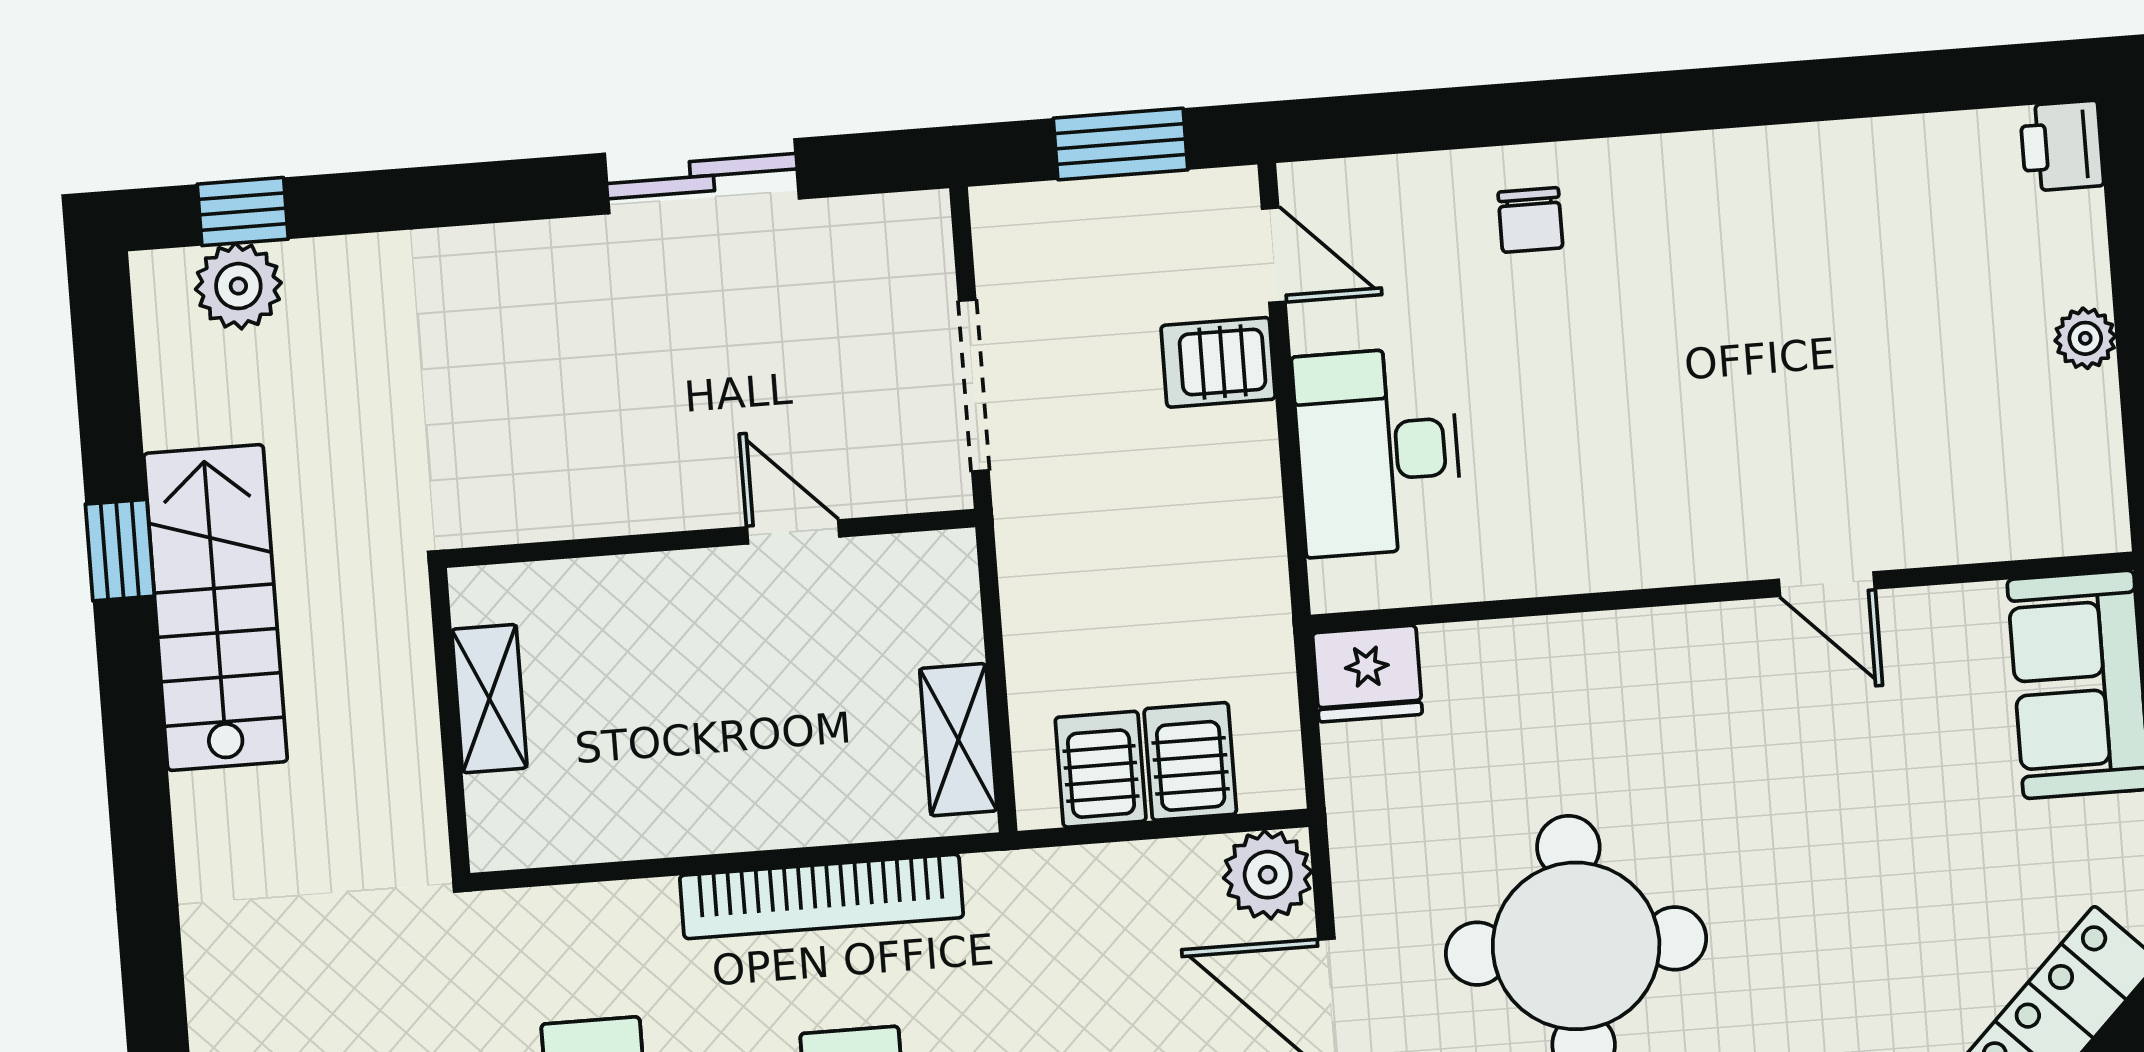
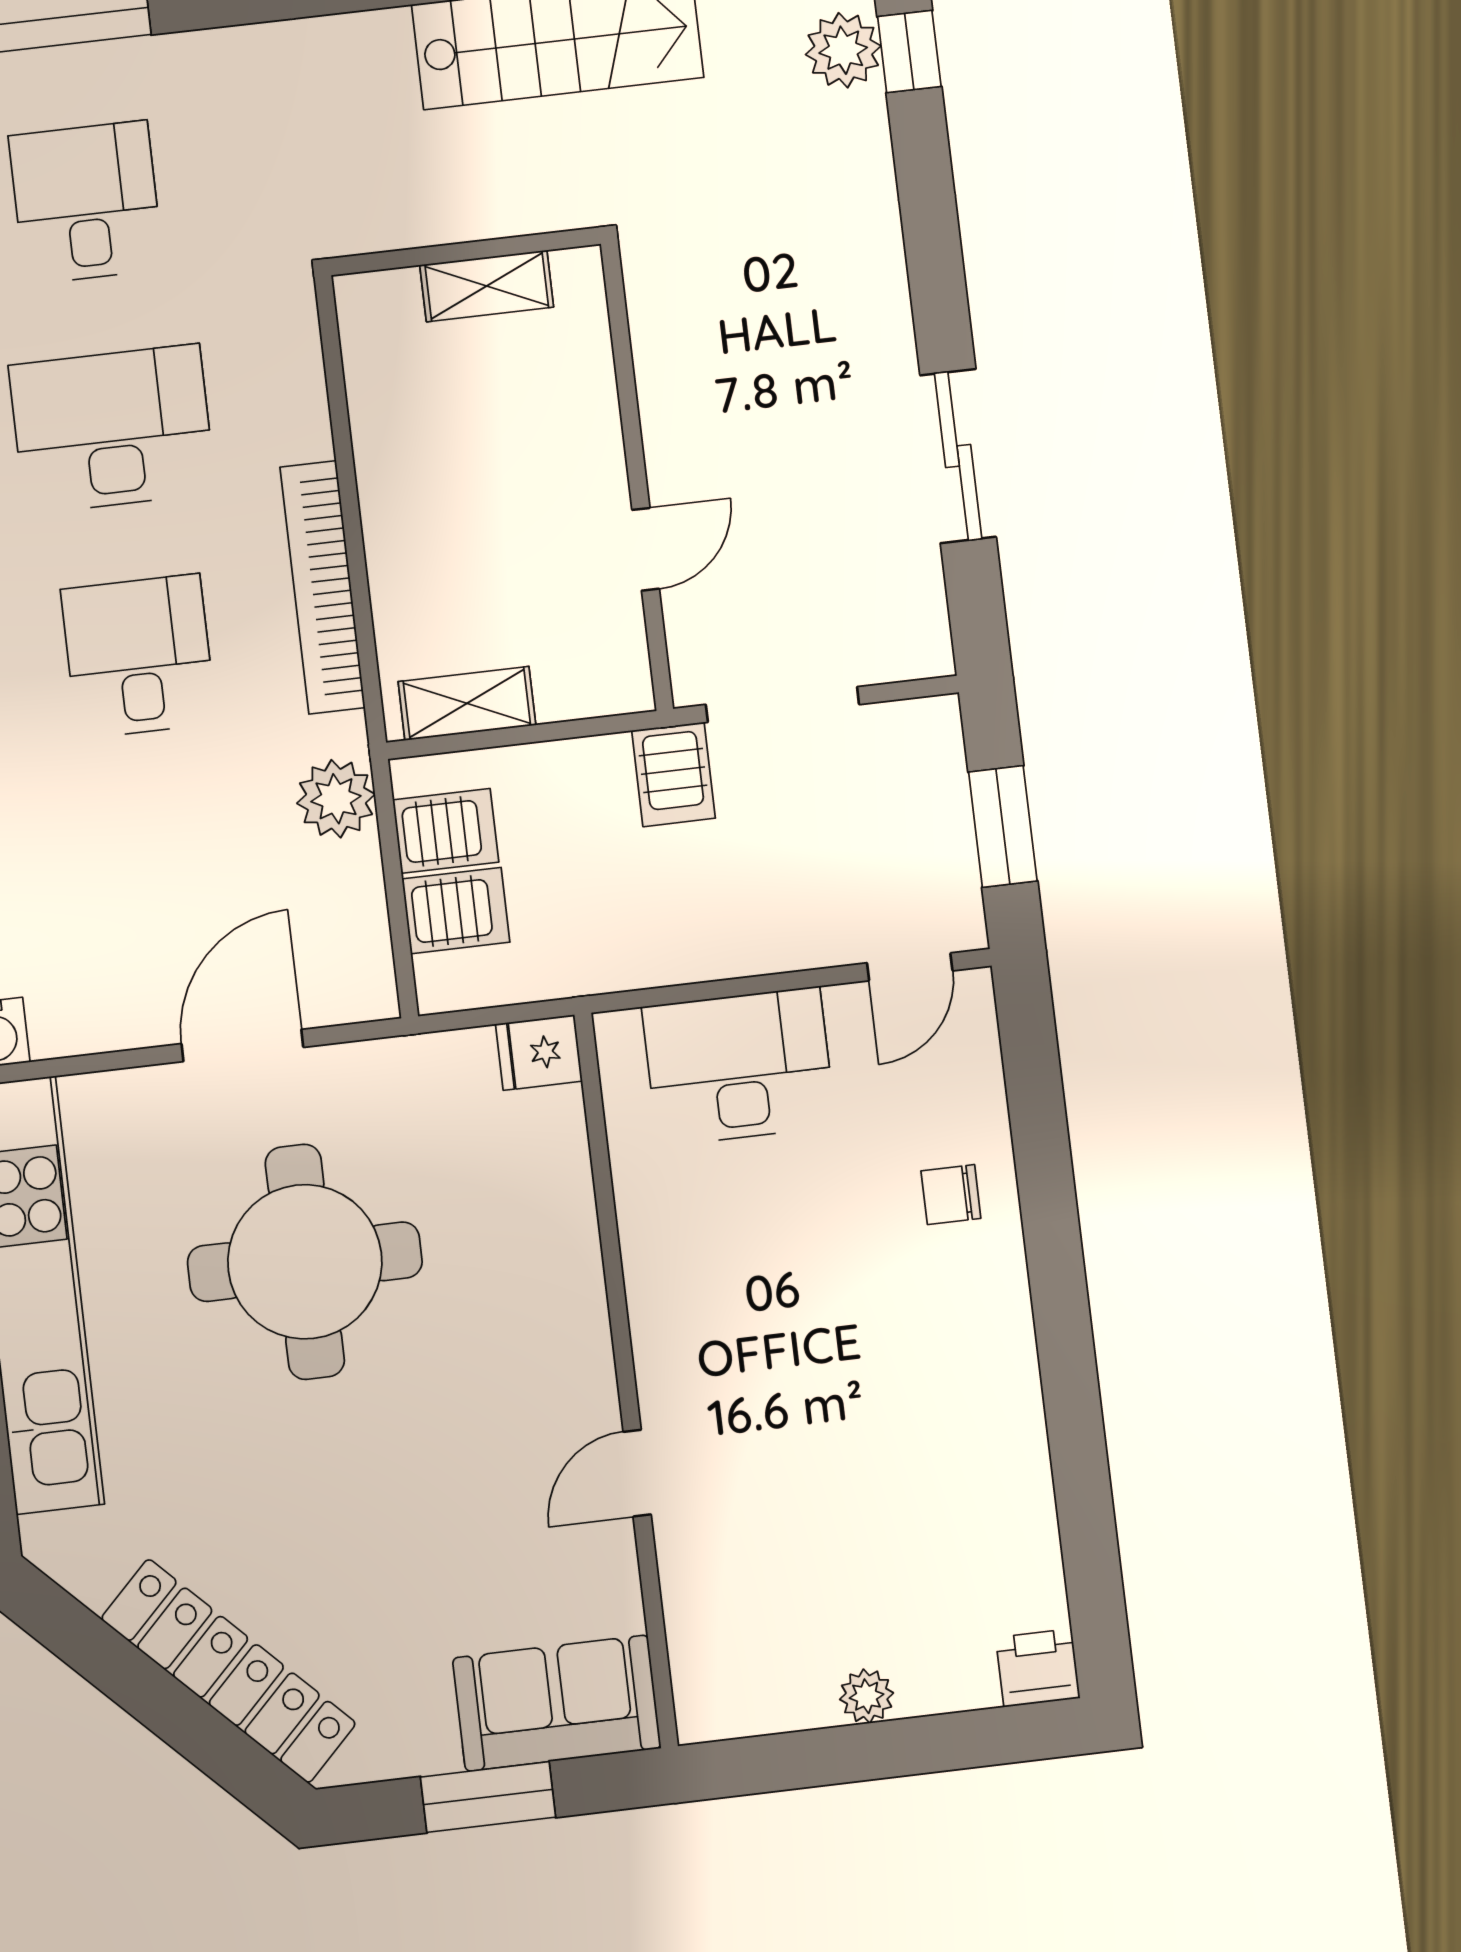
server rack: (1218, 362) -> (673, 774), moved, turned 180
fridge: (1367, 674) -> (539, 1053), width x0.72
plant: (1268, 875) -> (336, 799), moved

